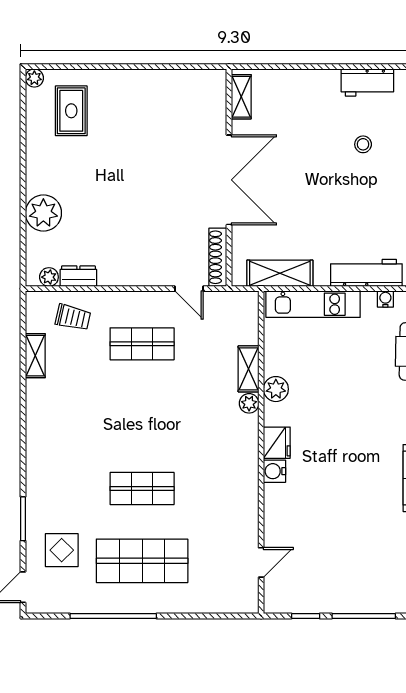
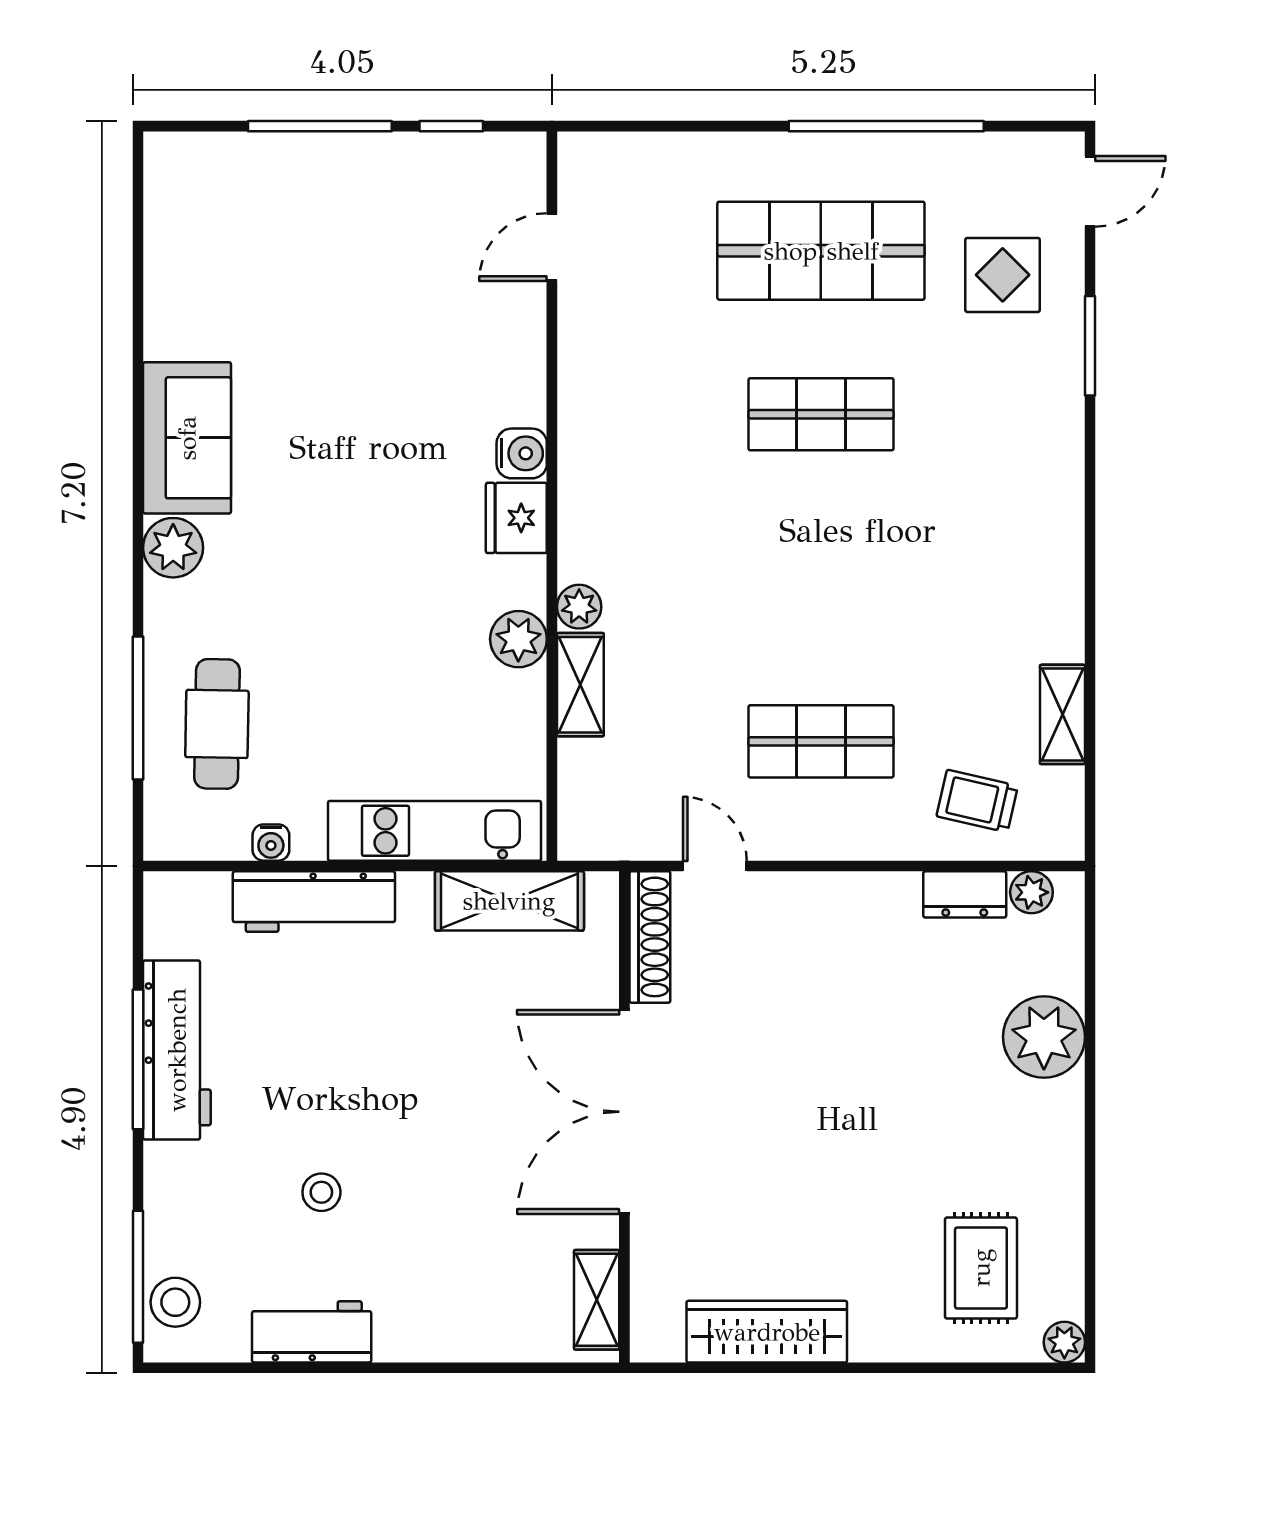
wardrobe: (166, 83) -> (767, 1332), added

